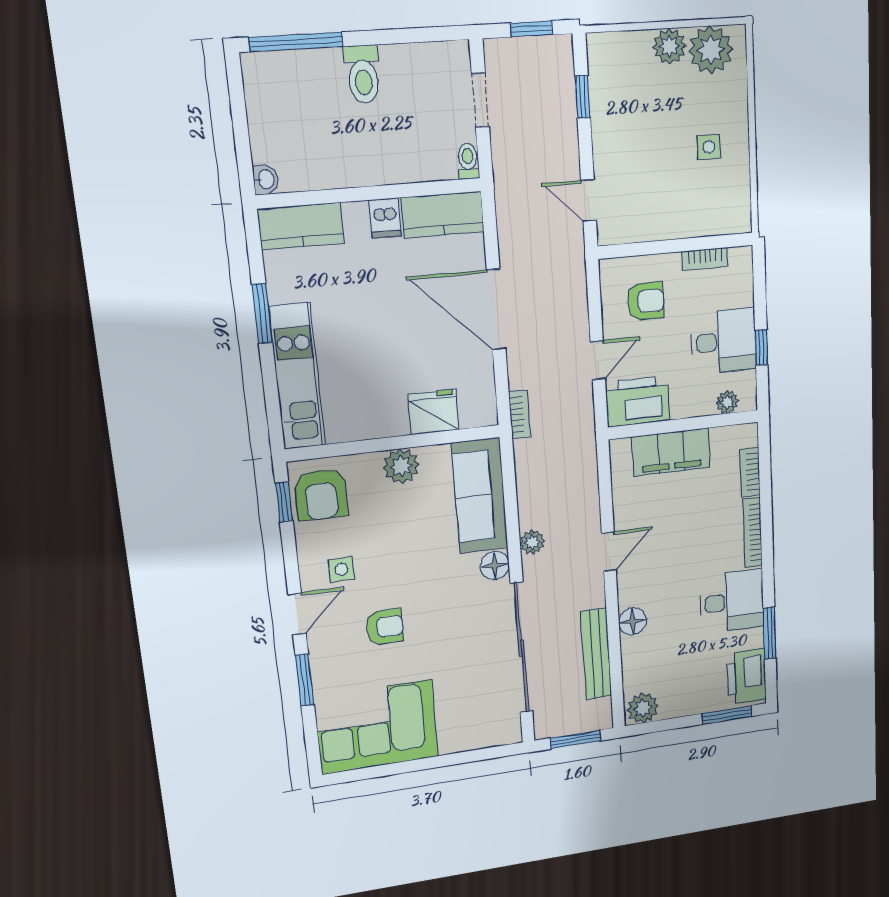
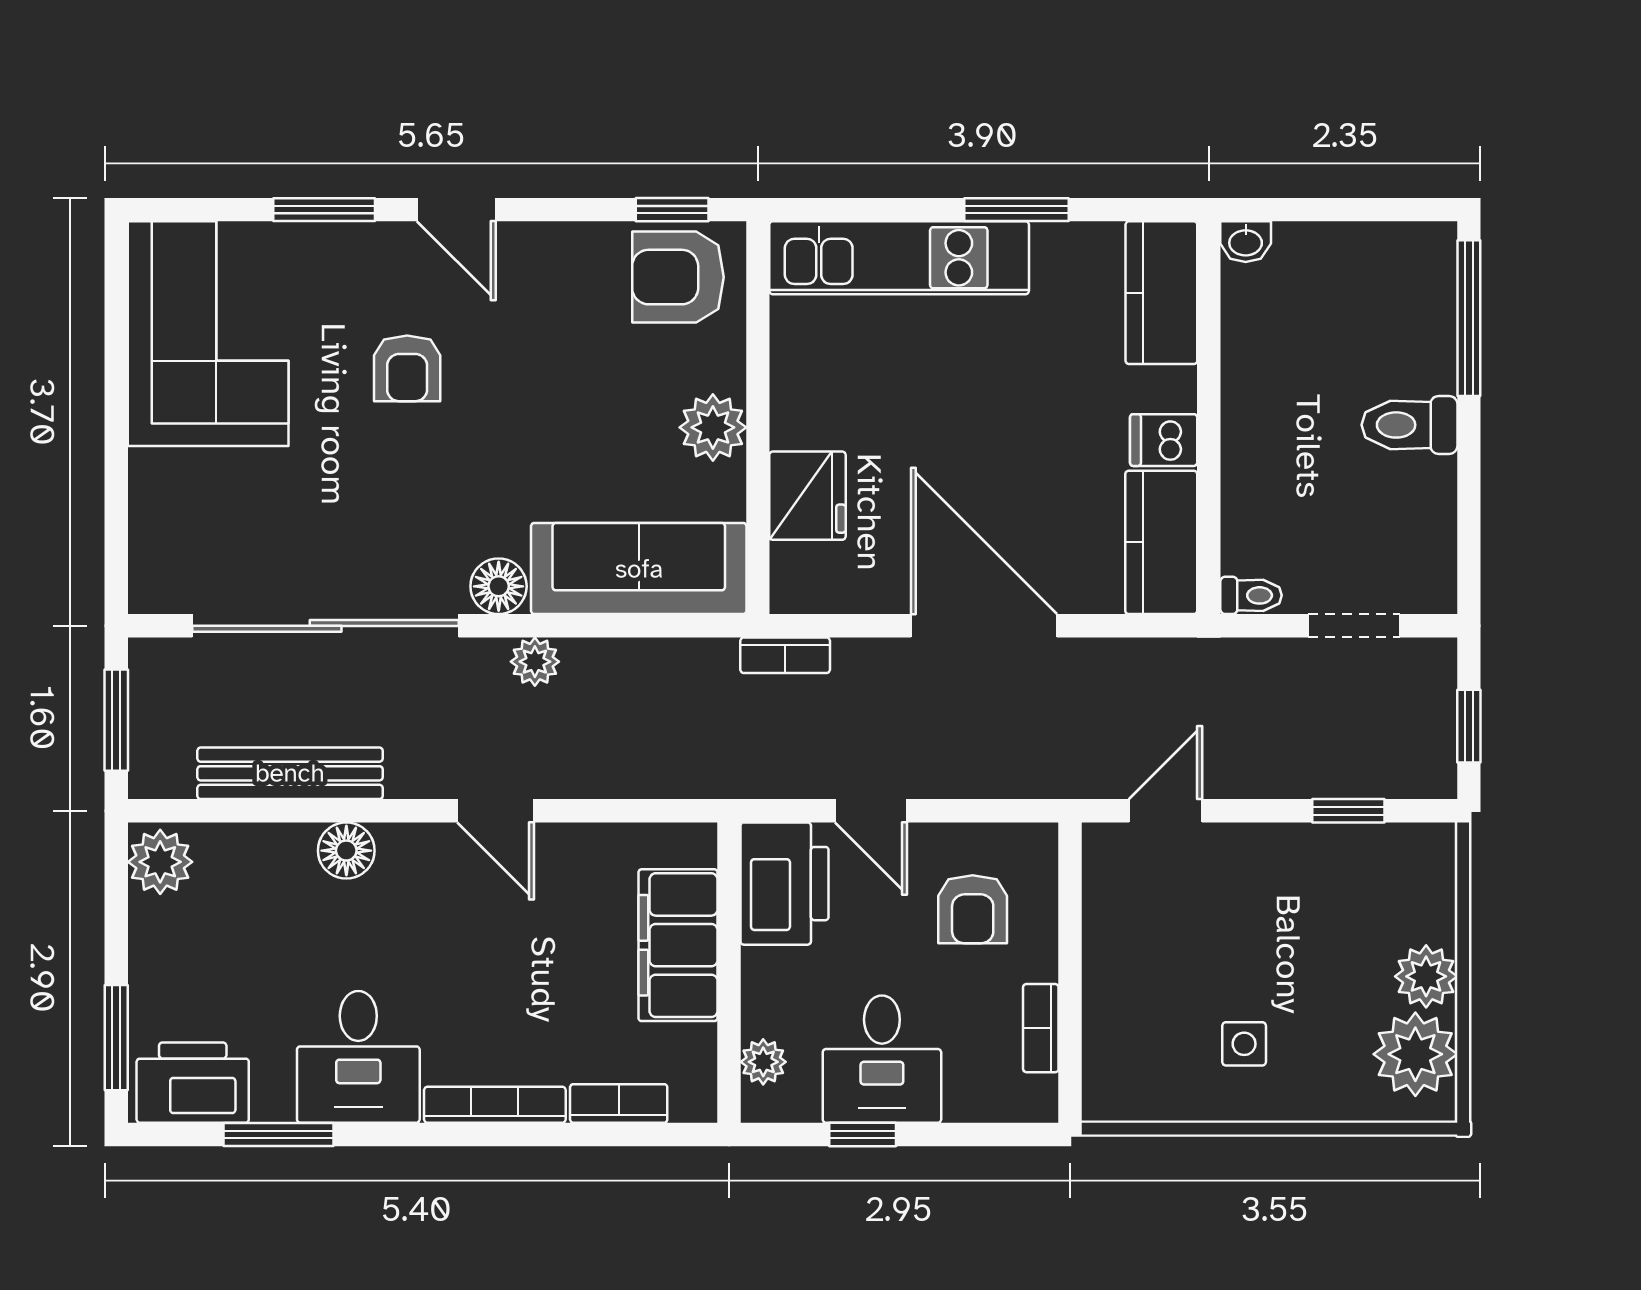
door: (496, 309) -> (984, 626), hinge flipped
side table: (341, 569) -> (531, 299), removed

